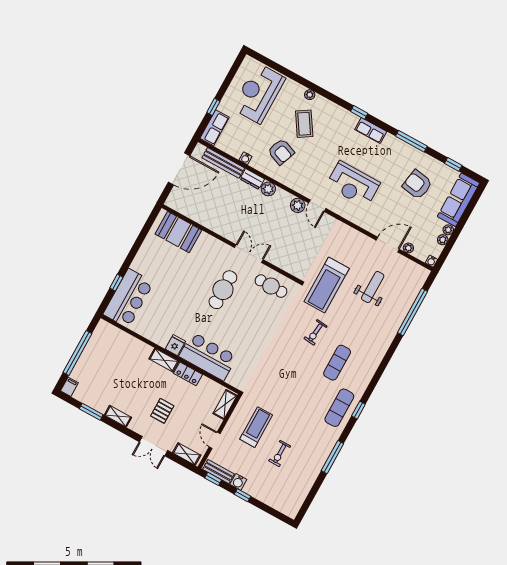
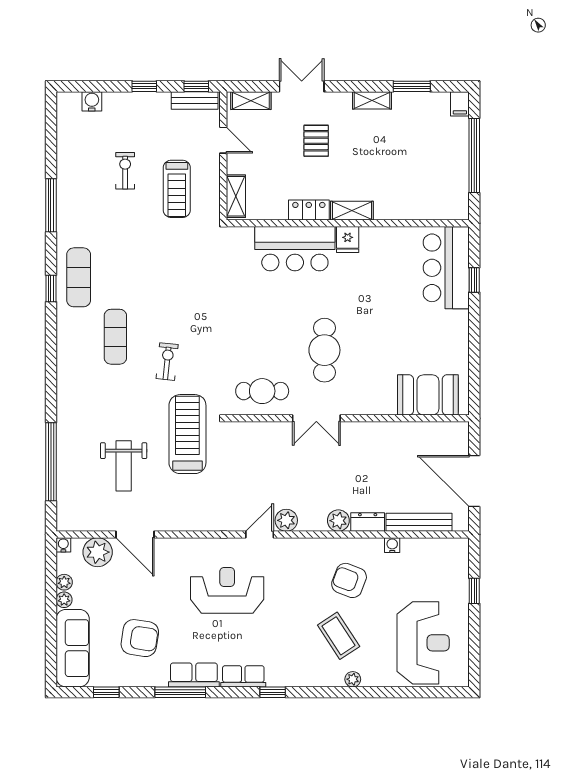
row of seats: (215, 128) -> (194, 675), moved, turned 90
door: (179, 169) -> (474, 481), hinge flipped
door: (317, 206) -> (260, 535), hinge flipped
door: (388, 245) -> (135, 535), hinge flipped
plant: (408, 248) -> (98, 552), width x1.87, depth x1.87
water cooler: (238, 482) -> (92, 101), moved

